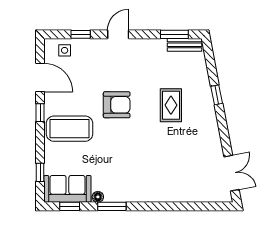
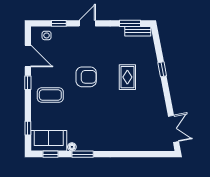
coffee table: (69, 129) -> (50, 95), width x0.73, depth x0.76

